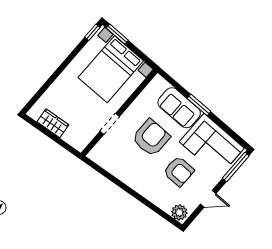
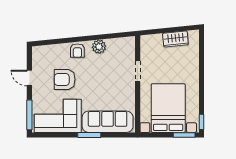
sofa: (179, 108) -> (108, 122), width x1.36
armchair: (151, 138) -> (77, 51), moved, width x0.53, depth x0.53
door: (208, 199) -> (29, 78), hinge flipped
plant: (179, 212) -> (99, 47), moved

